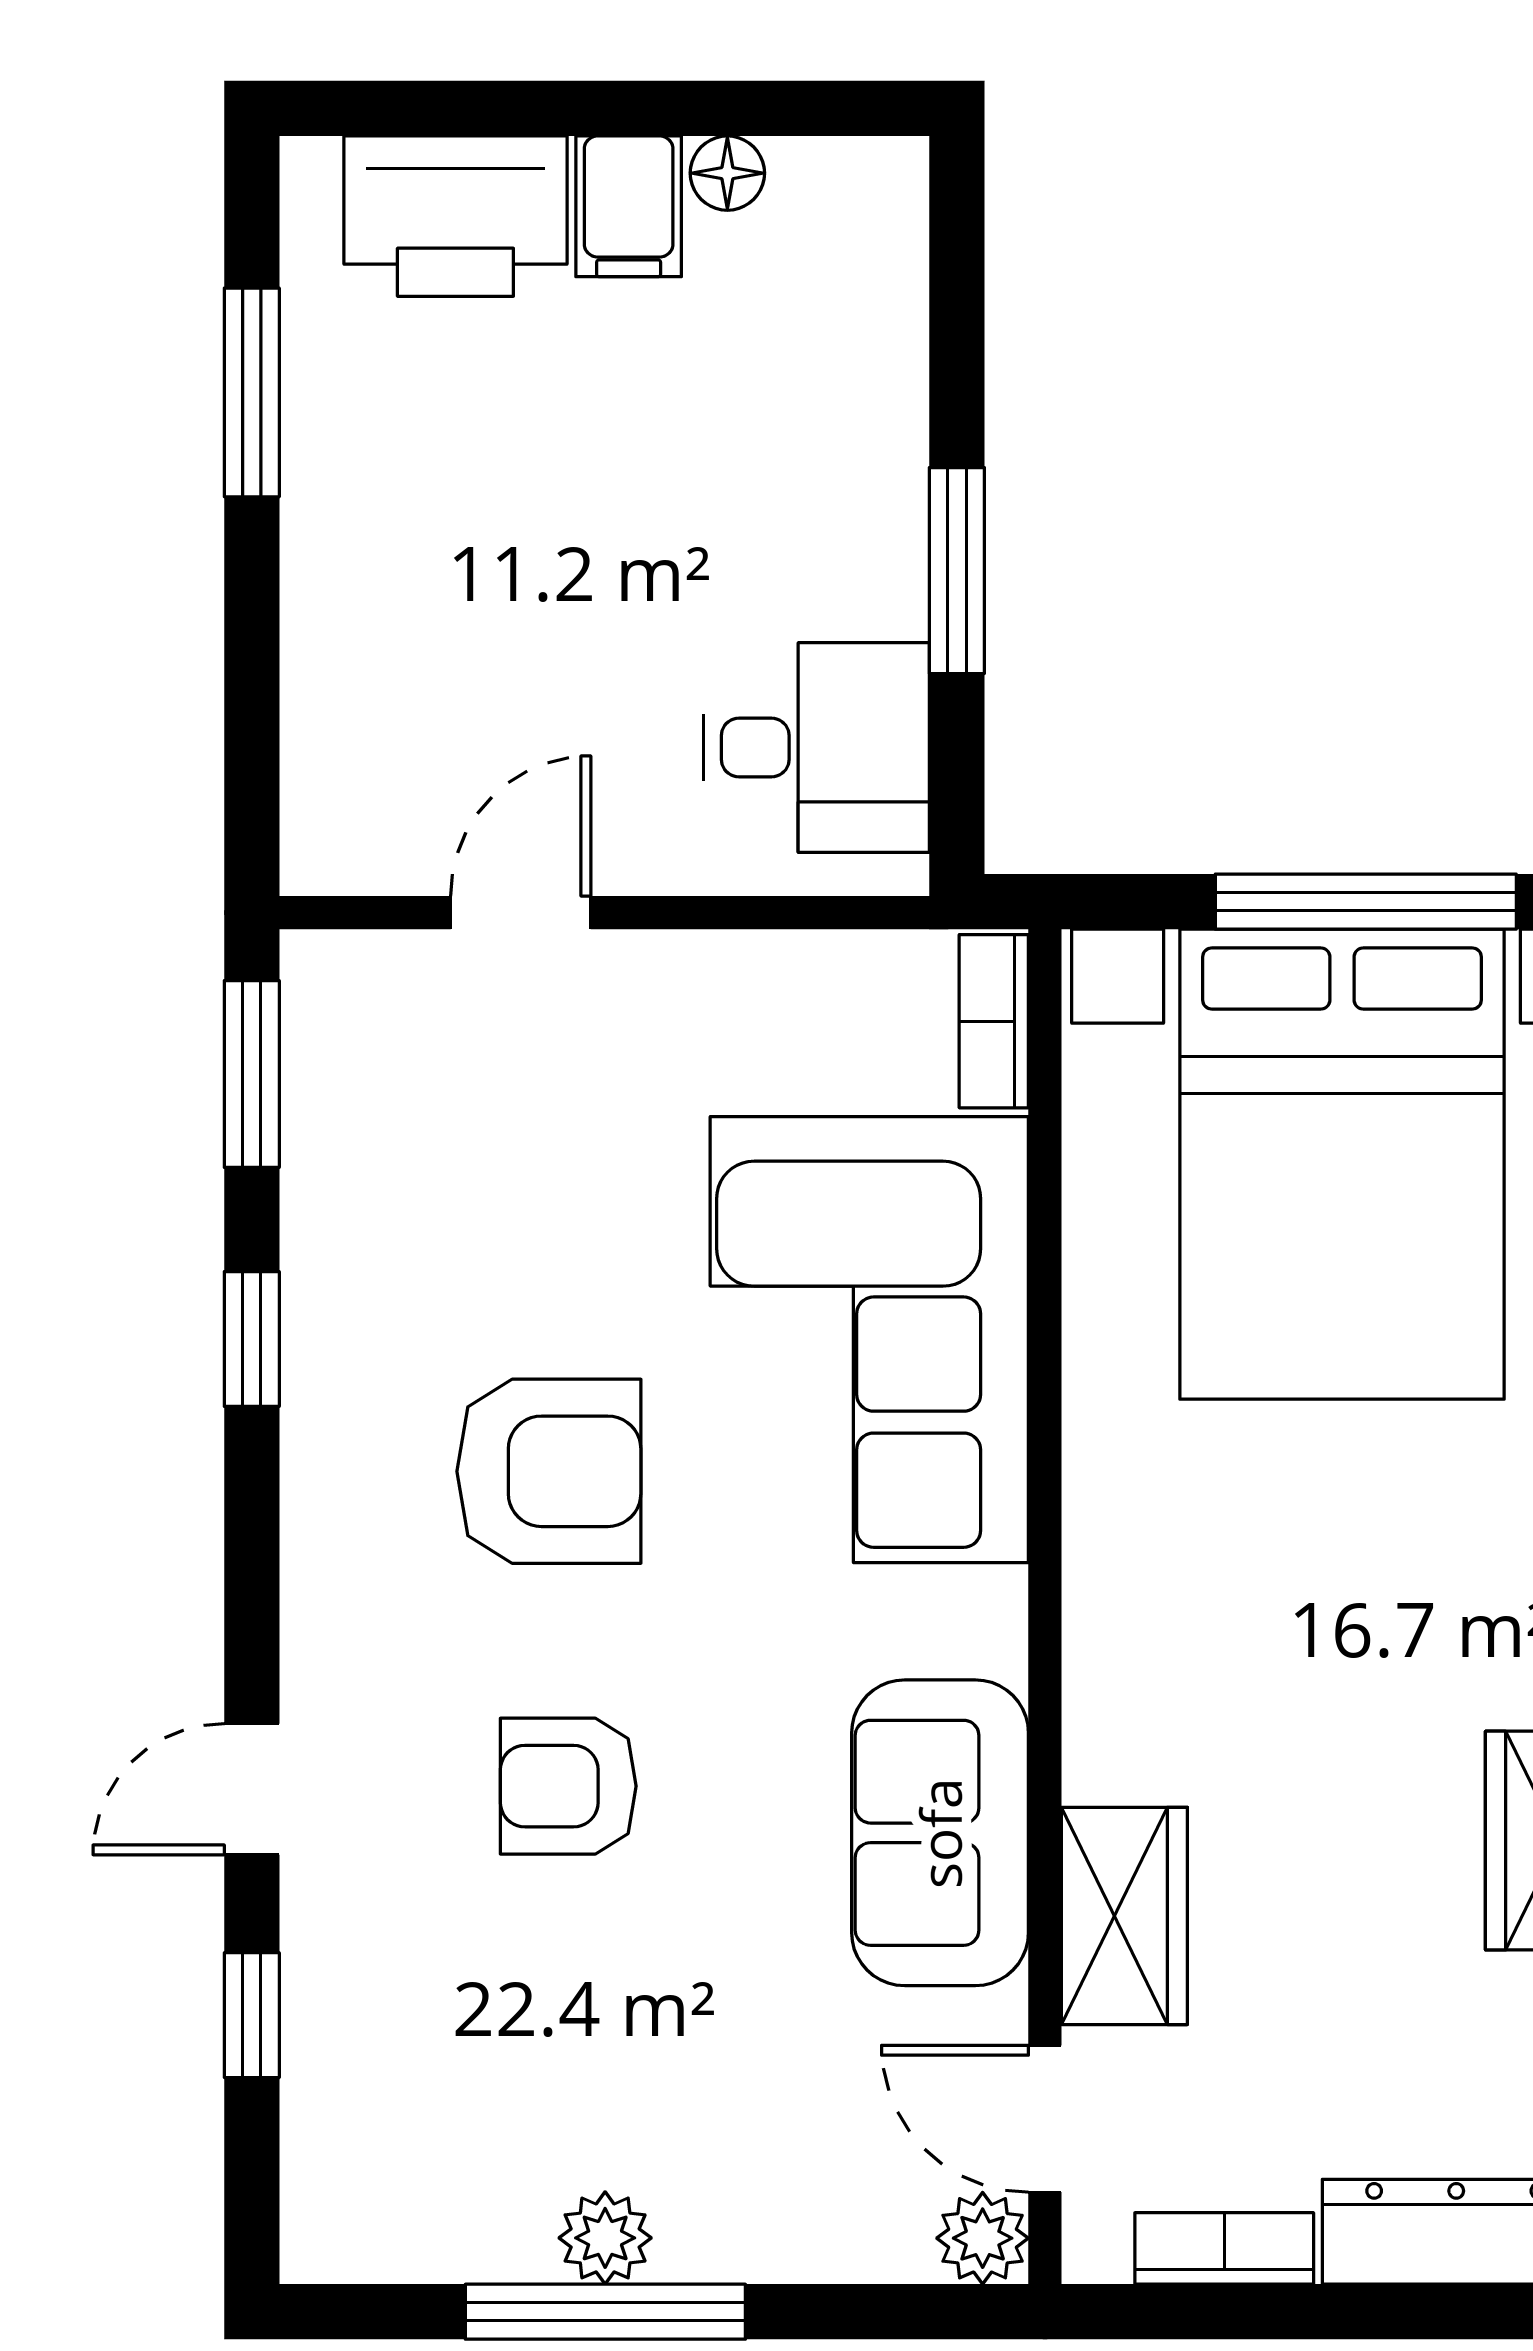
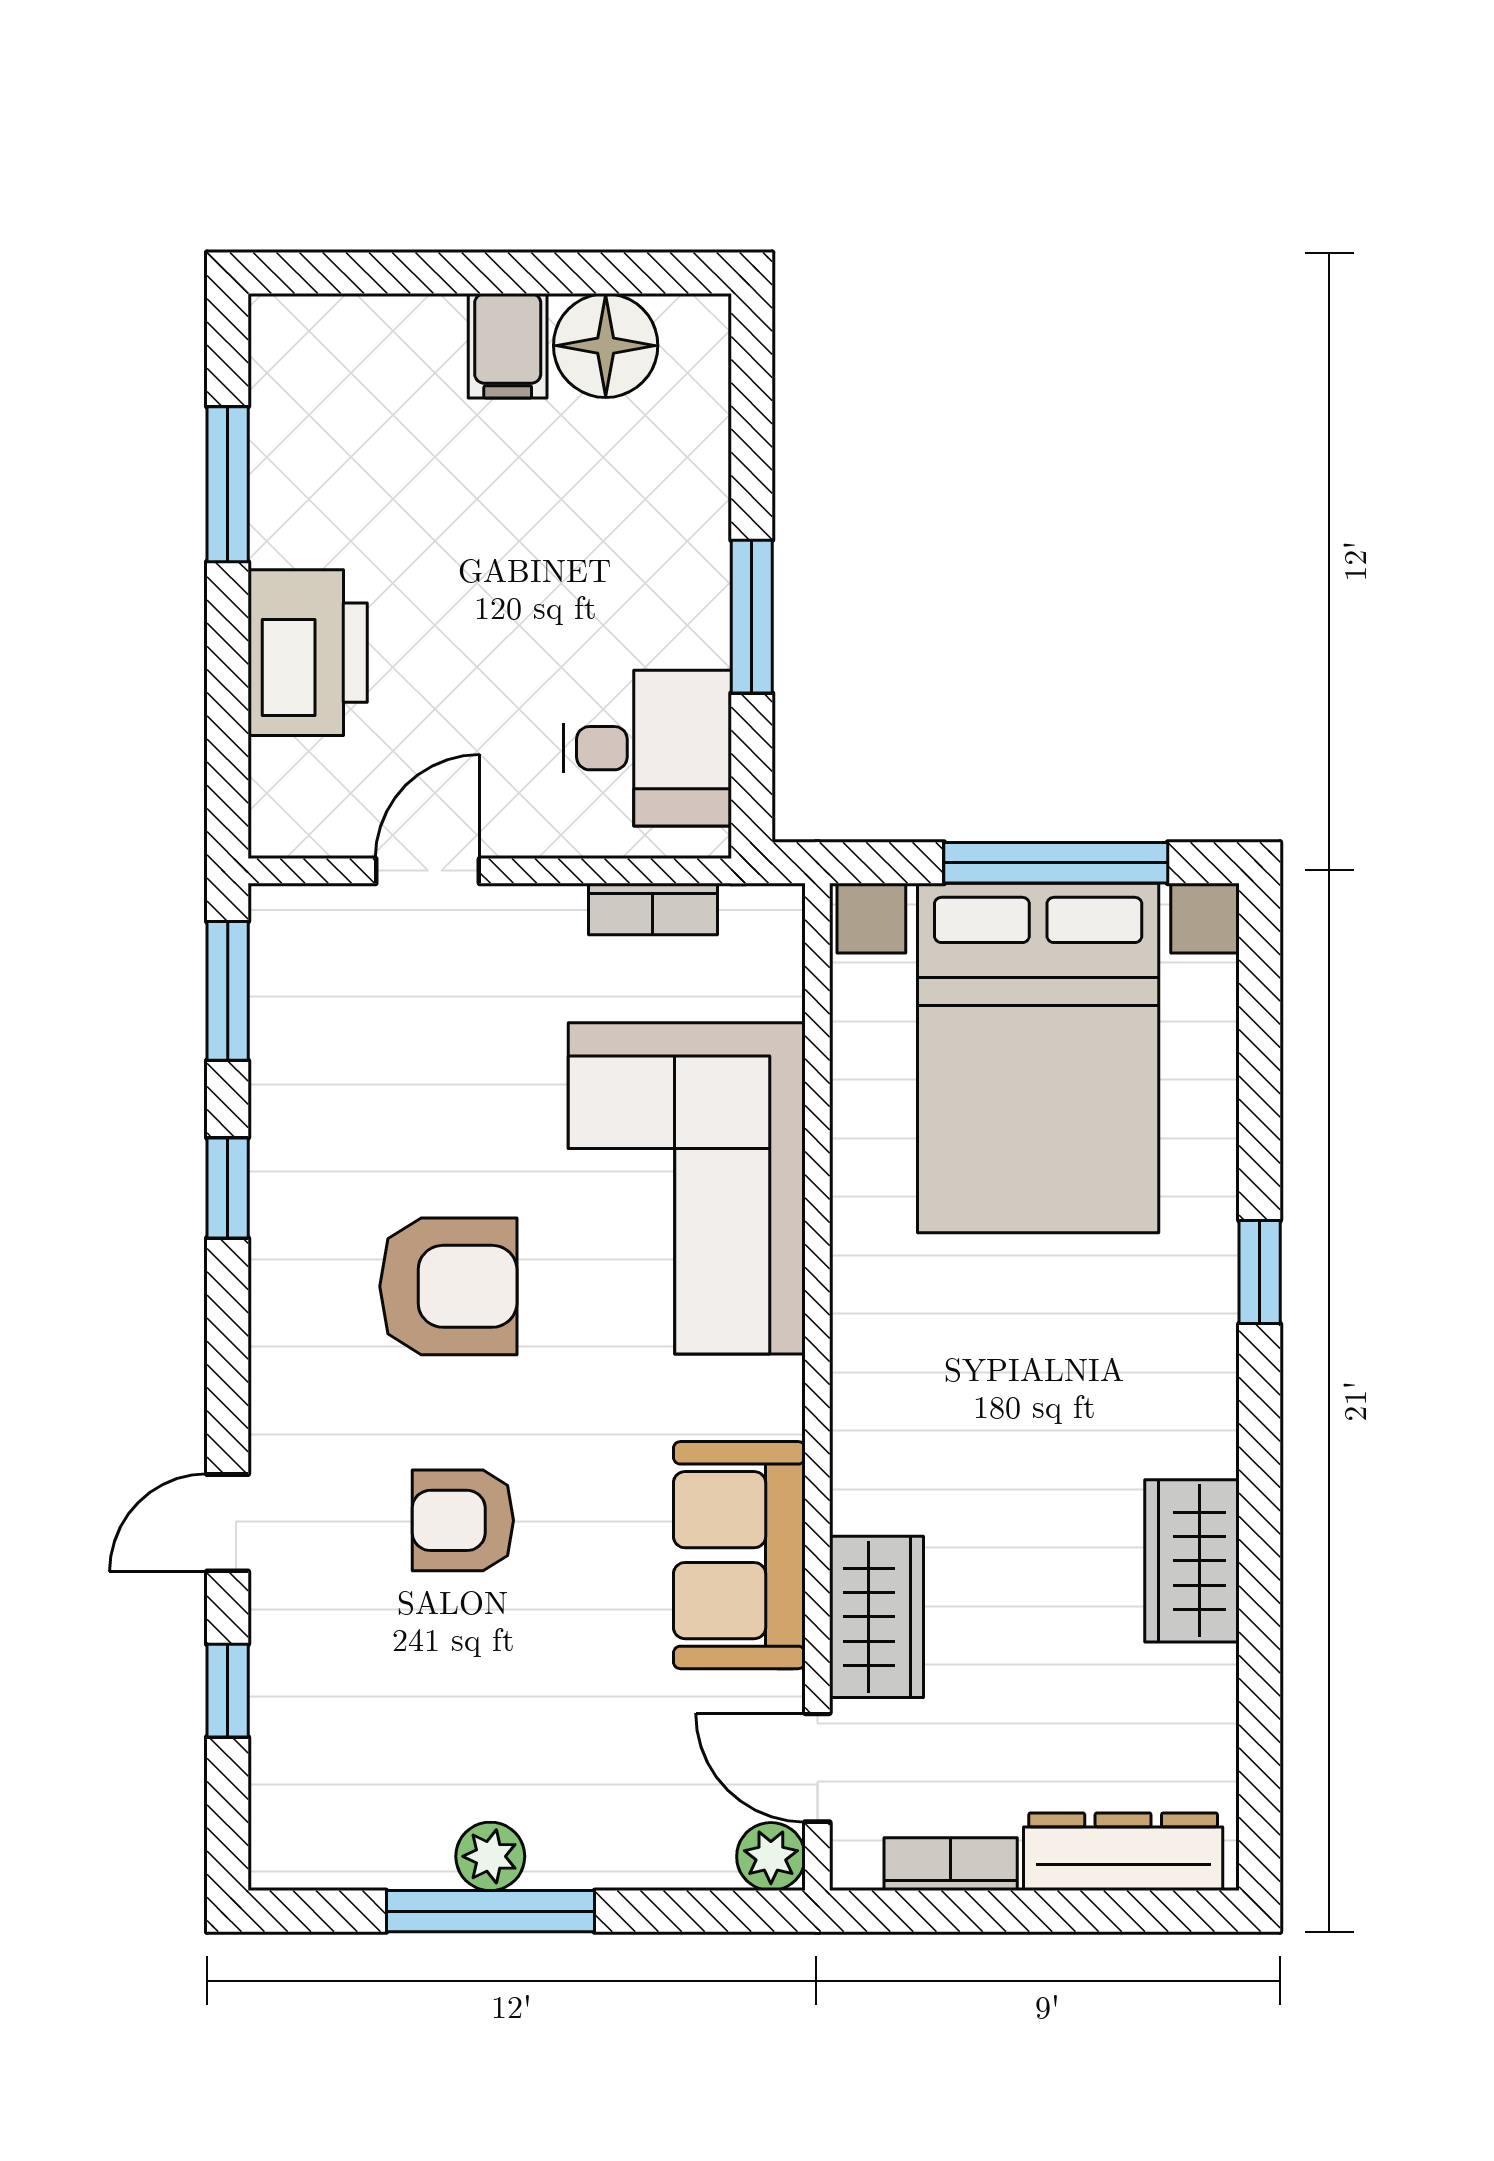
floor lamp: (727, 173) -> (606, 346), width x1.89, depth x1.89
printer: (455, 216) -> (308, 653), moved, turned -90
bookcase: (994, 1021) -> (653, 909), moved, turned -90

